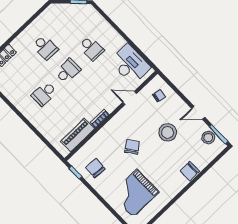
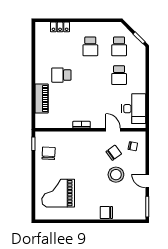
school desk: (68, 71) -> (119, 46), moved, turned 90
piano: (78, 135) -> (42, 99), moved, turned 90
stool: (208, 138) -> (139, 203), removed
chair: (132, 147) -> (114, 153), moved

